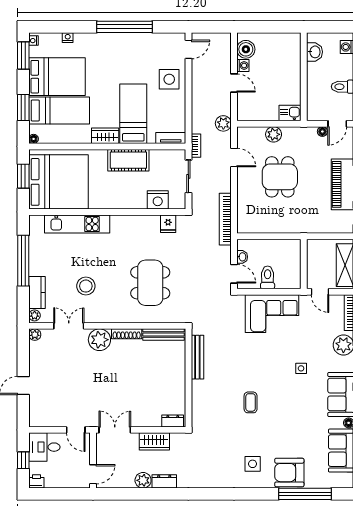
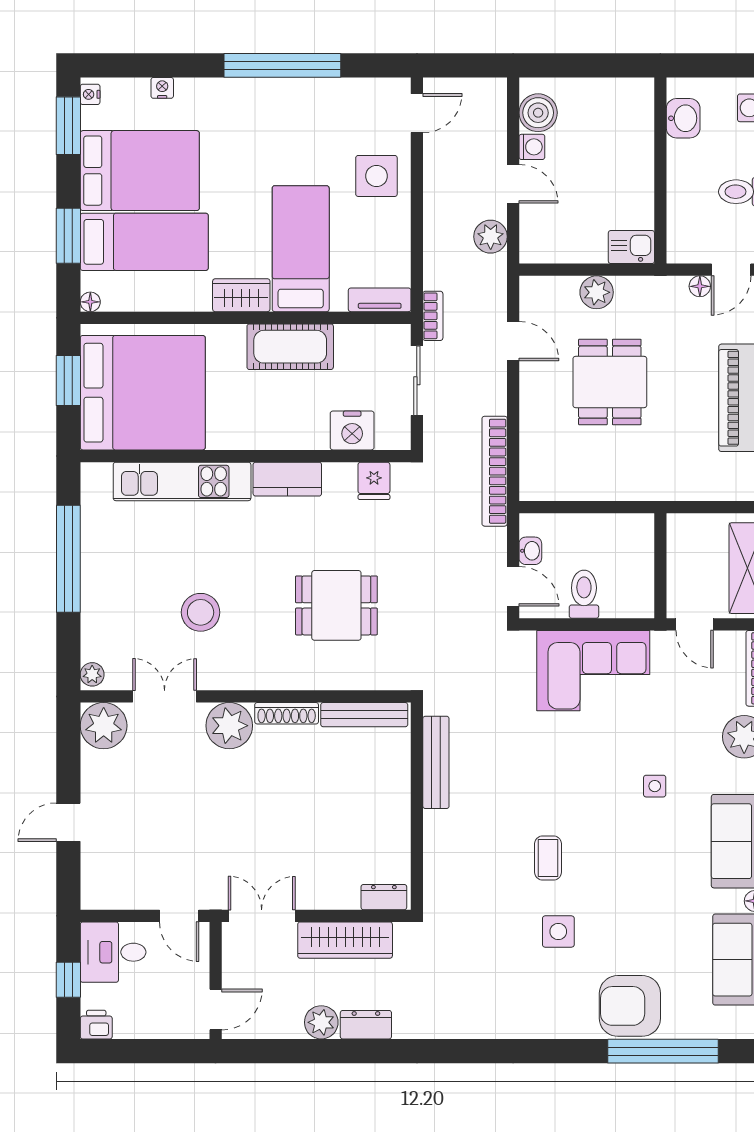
plant: (223, 123) -> (491, 237), moved
dining table: (150, 283) -> (336, 605), width x0.73
kitchen counter: (37, 293) -> (287, 479), moved, turned 90
plant: (35, 335) -> (104, 726), width x1.88, depth x1.88
wardrobe: (154, 441) -> (345, 940), width x1.50
side table: (253, 464) -> (558, 932), moved

